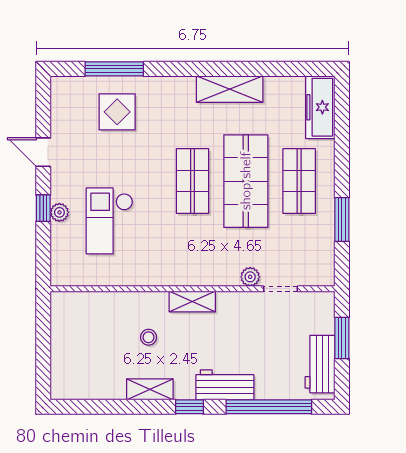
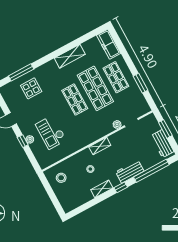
stool: (81, 323) -> (61, 178), added

